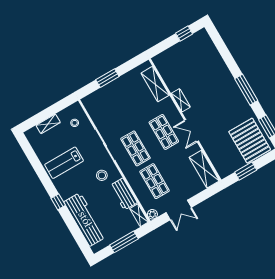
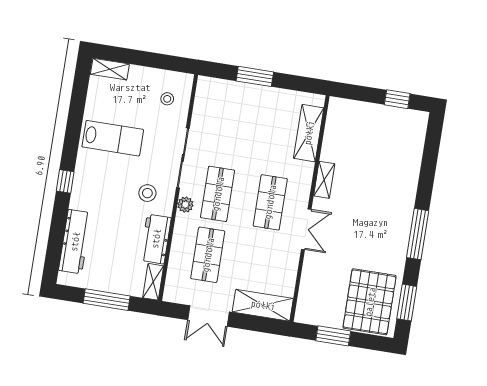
shelving: (48, 124) -> (110, 69), moved
double door: (191, 131) -> (306, 229), swing flipped
lab bench: (64, 163) -> (113, 138), turned 180
shelving: (204, 169) -> (263, 305), moved, turned 90
plant: (152, 214) -> (185, 205), moved
workbench: (85, 219) -> (75, 242), width x0.73, depth x0.76

